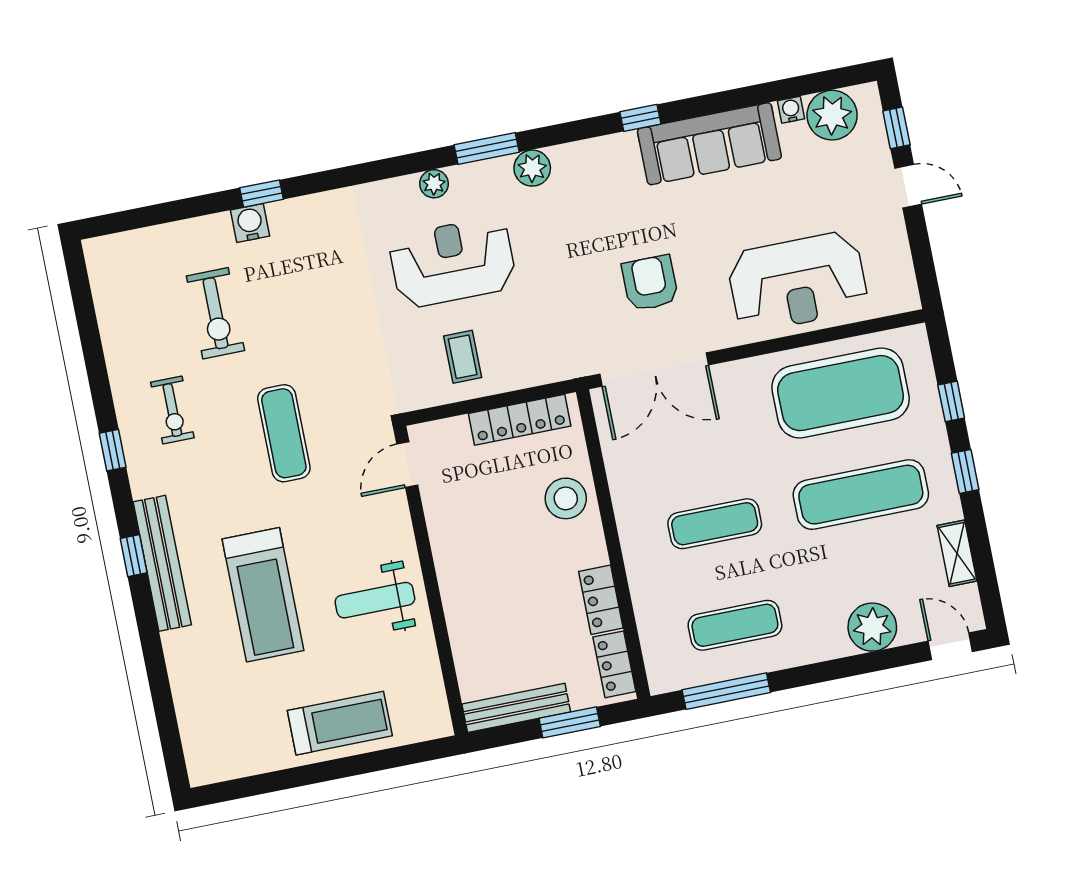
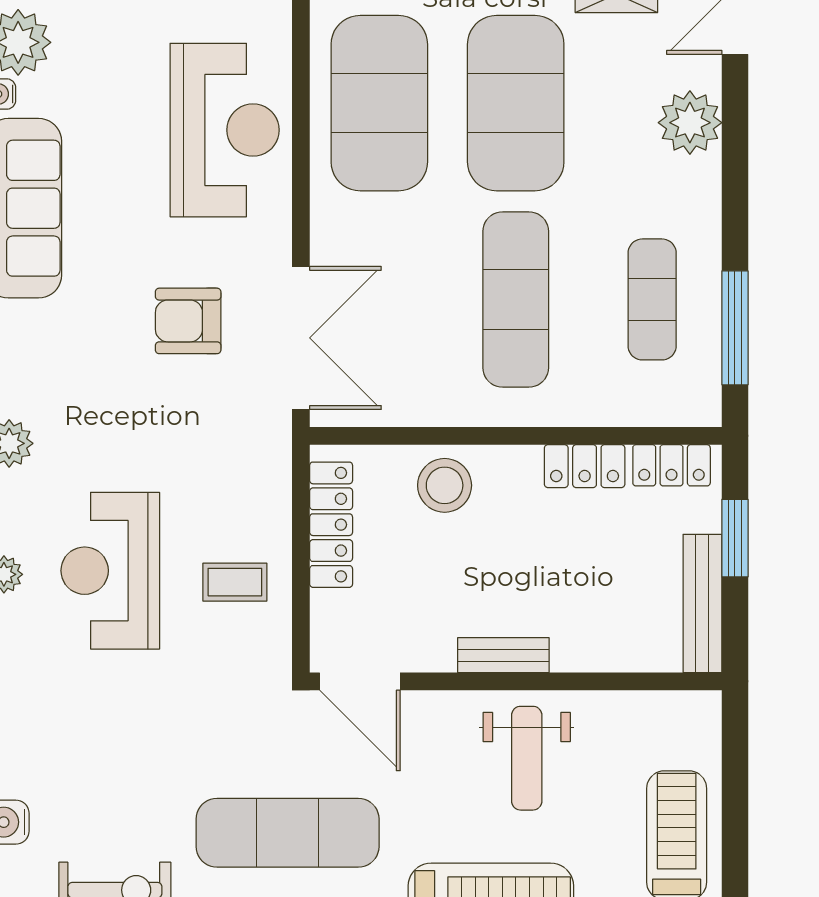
exercise mat: (284, 433) -> (288, 833), width x1.36, depth x1.45
door: (407, 465) -> (360, 681), width x1.38
exercise mat: (861, 495) -> (516, 103), width x1.47
exercise mat: (715, 524) -> (516, 299), width x1.36, depth x1.45
bench: (448, 567) -> (503, 655), added

